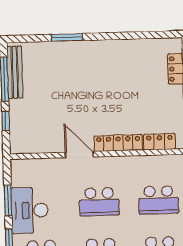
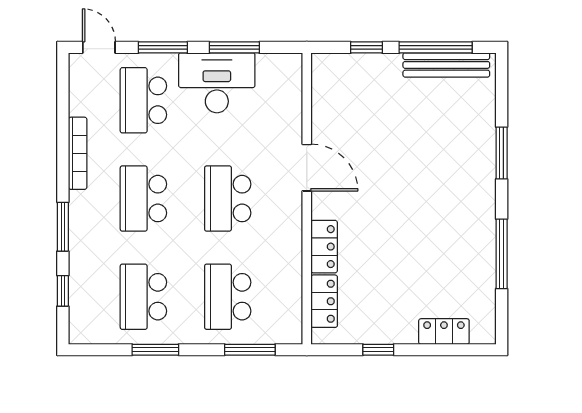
window: (128, 36) -> (502, 254), added
locker: (118, 143) -> (324, 247), width x0.66
door: (79, 155) -> (307, 168), hinge flipped

